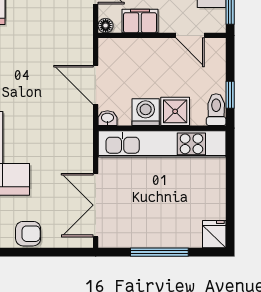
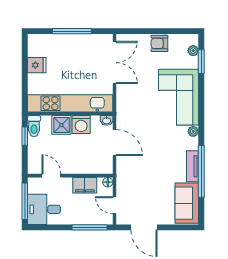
fridge: (214, 234) -> (37, 65), moved, turned -90

